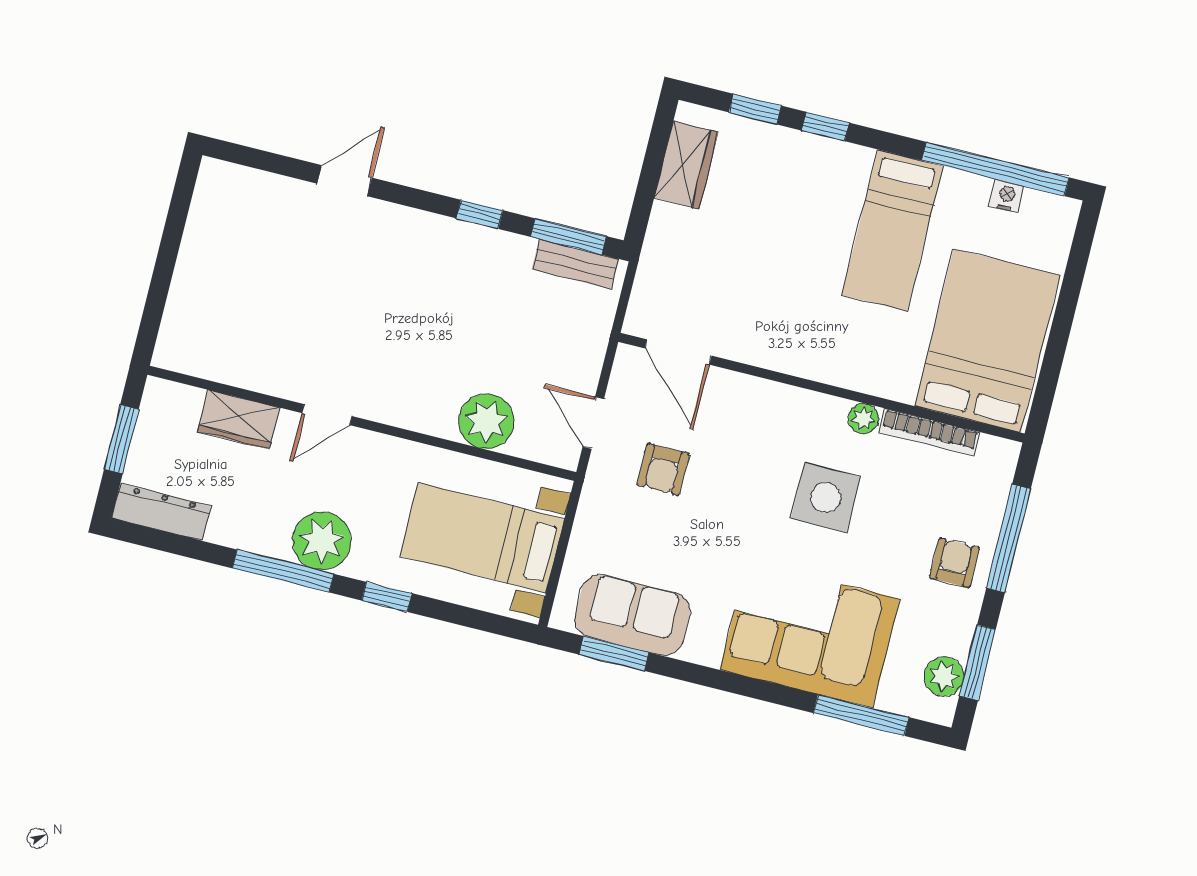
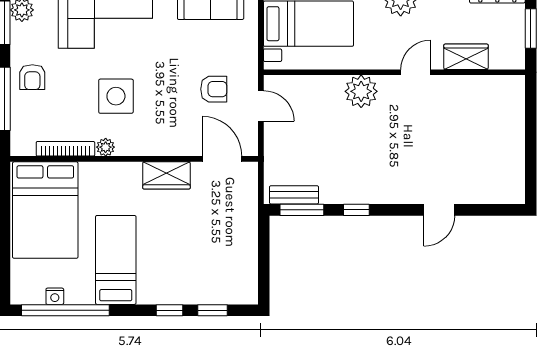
wardrobe: (686, 165) -> (166, 175), moved, turned -90
plant: (486, 421) -> (361, 91), moved
armchair: (663, 469) -> (214, 89), turned 90

